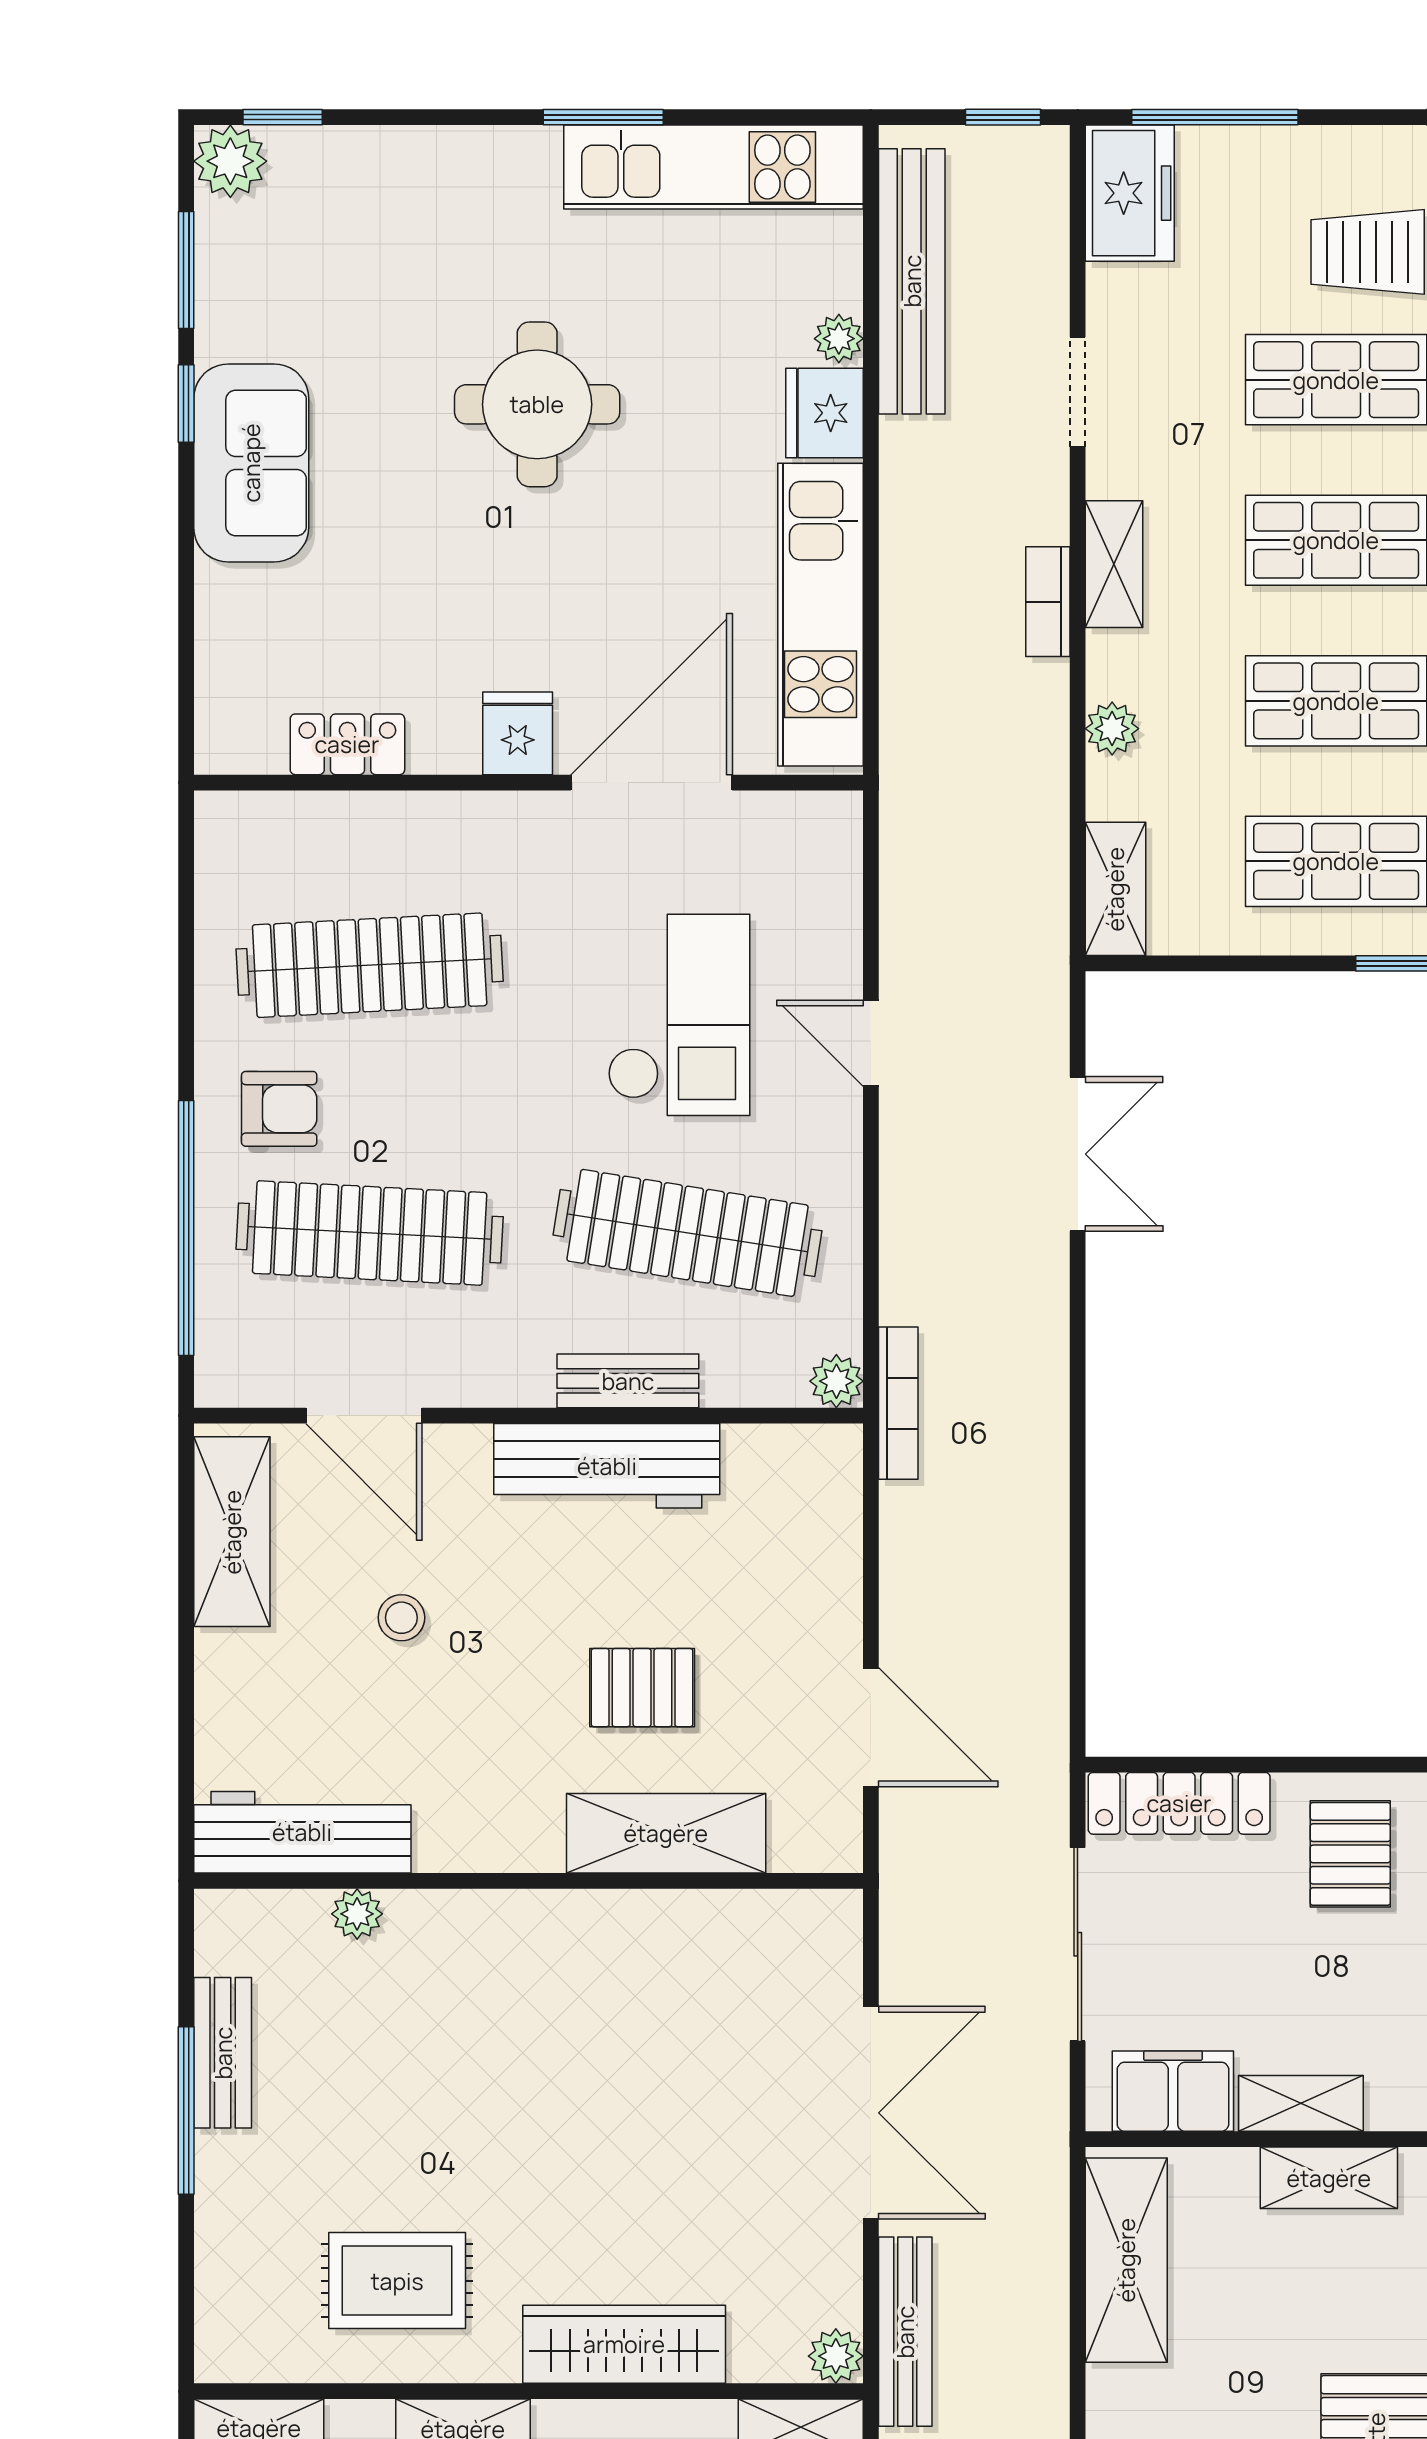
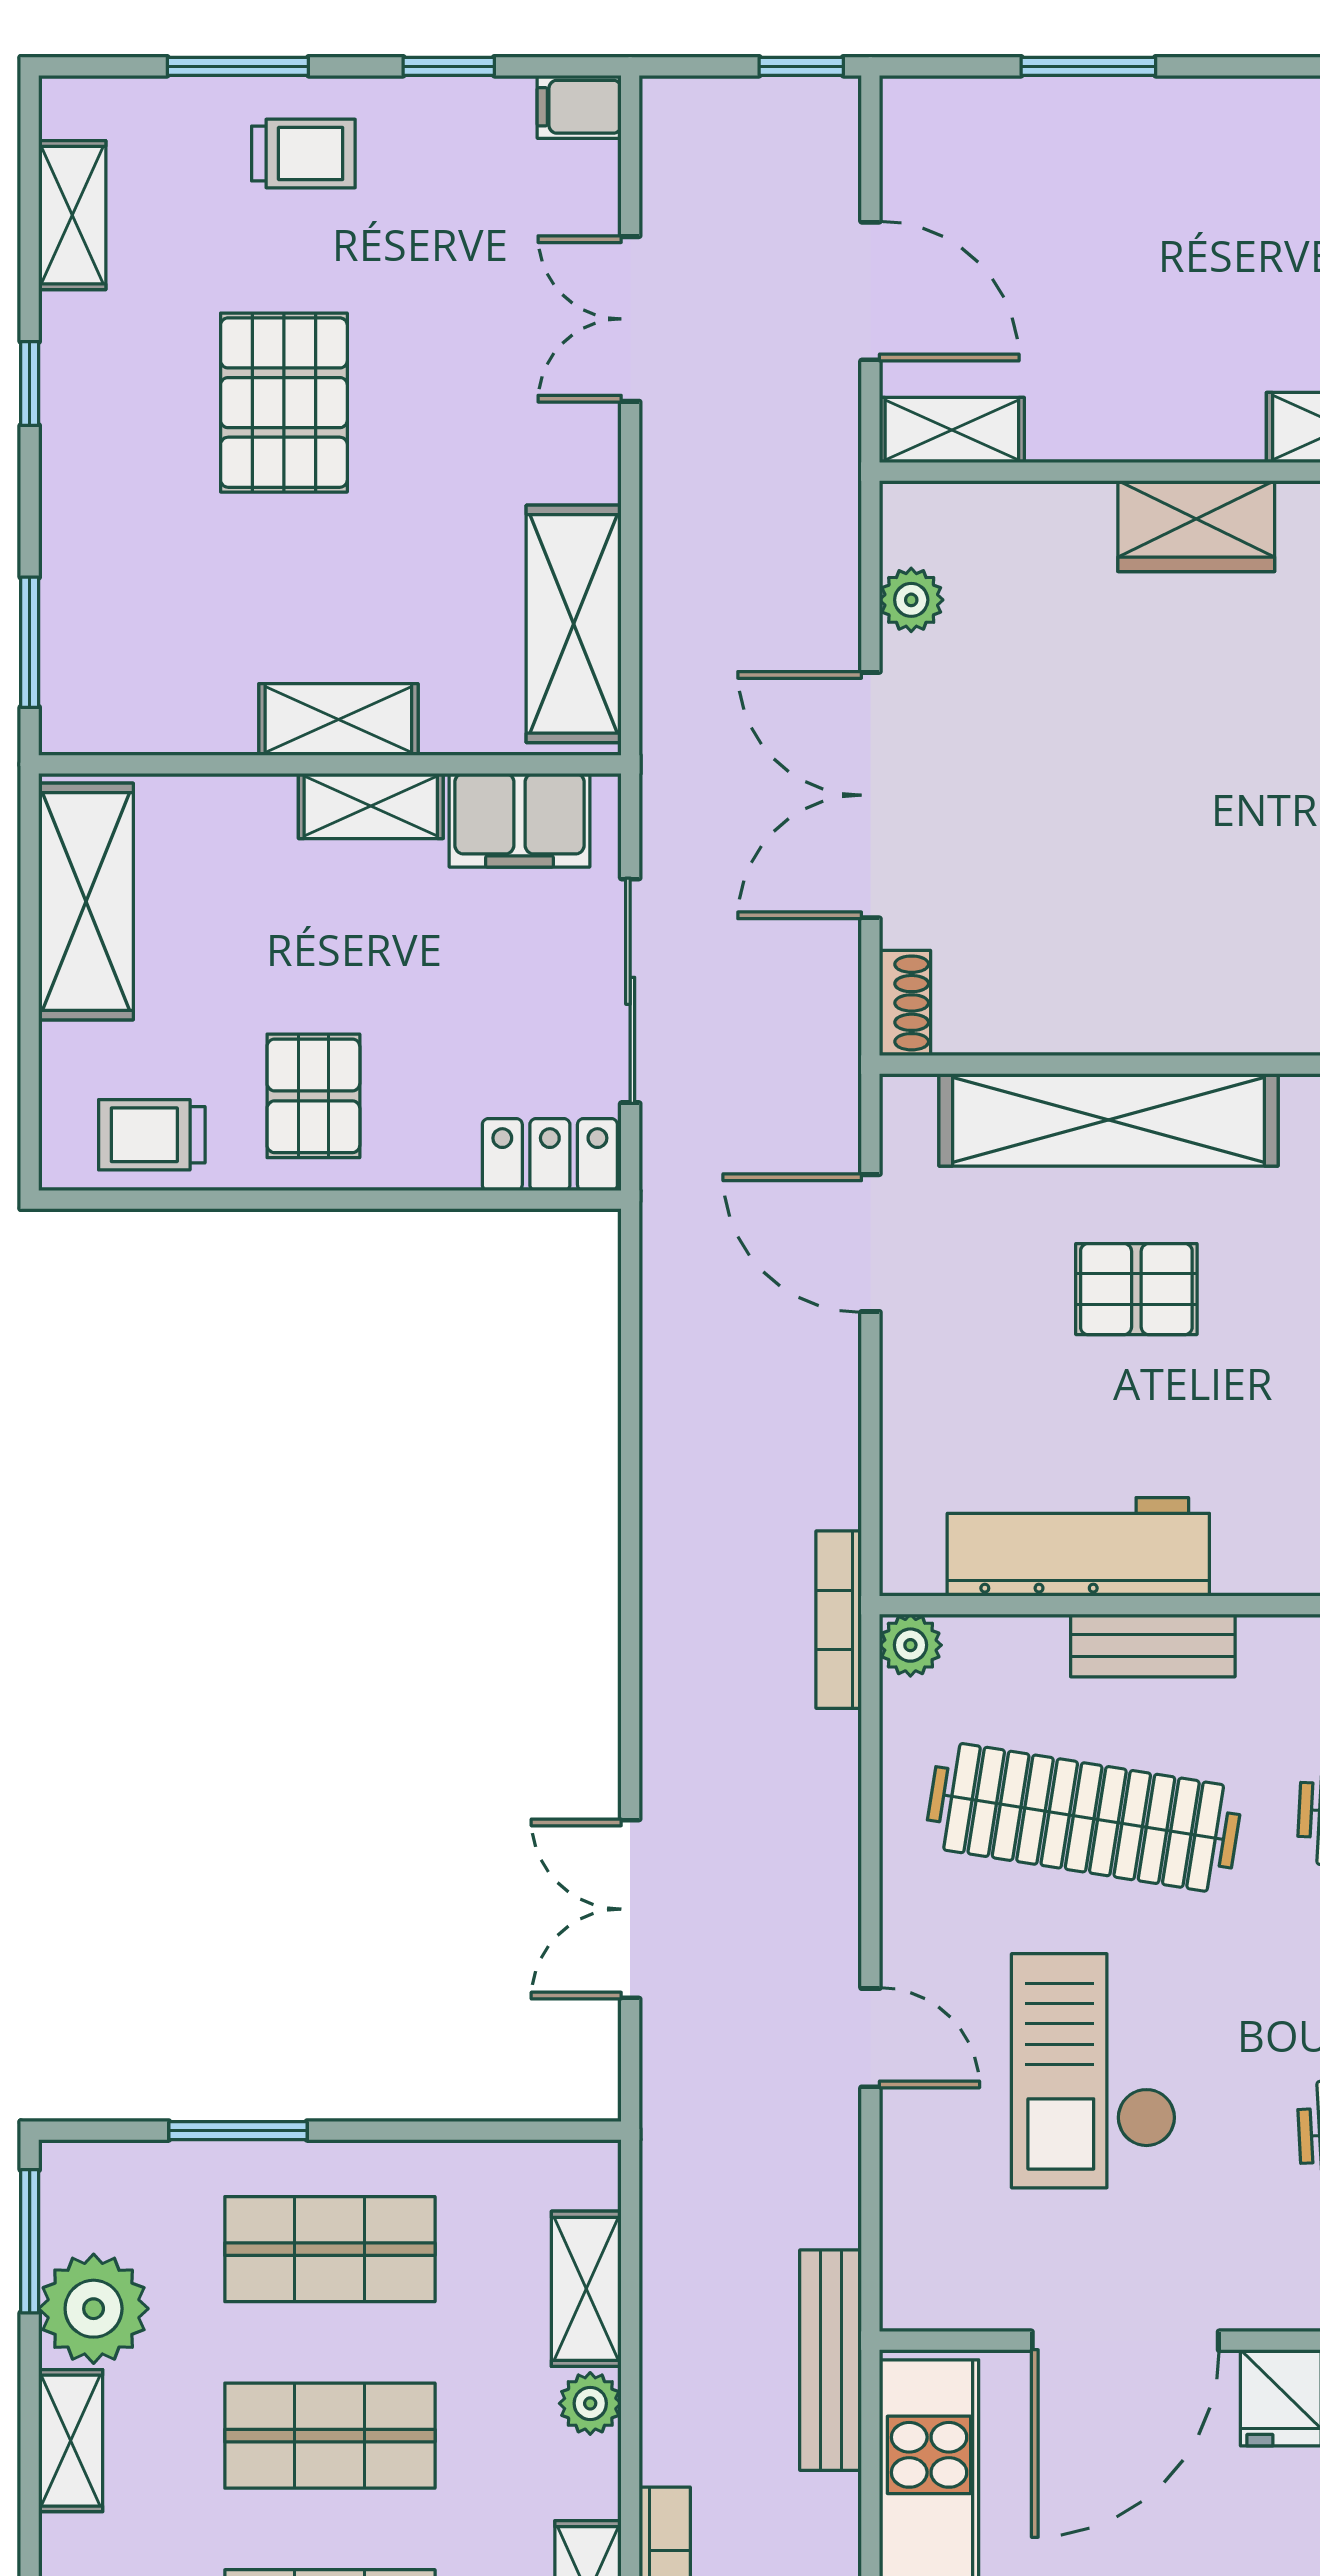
shelving: (1115, 889) -> (586, 2289), moved
workbench: (607, 1466) -> (1078, 1547), moved
locker: (1179, 1803) -> (550, 1155), width x0.66
shelving: (666, 1833) -> (1109, 1120), width x1.47
shoe rack: (841, 1934) -> (905, 1003), added
bench: (905, 2332) -> (831, 2360), moved
wardrobe: (624, 2344) -> (1196, 526), width x0.67
plant: (836, 2356) -> (911, 600), moved

